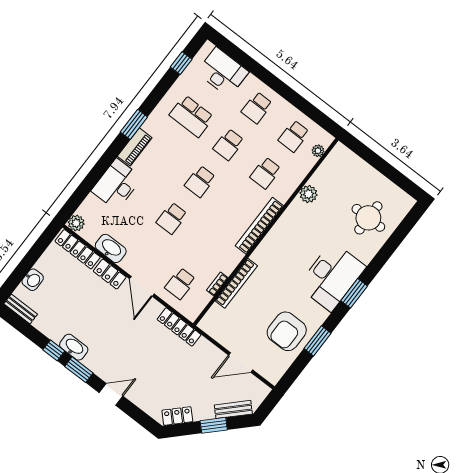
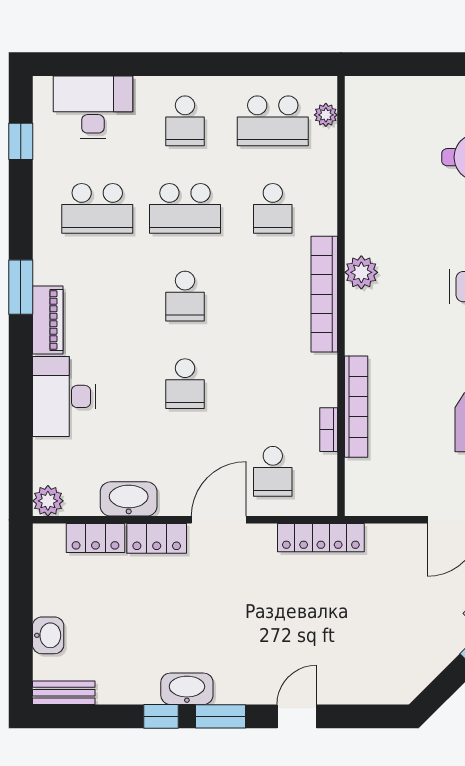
school desk: (294, 136) -> (273, 121), width x1.85
school desk: (229, 145) -> (185, 208), width x1.85
plant: (308, 194) -> (361, 272), moved
locker: (78, 249) -> (95, 538), width x0.66
door: (142, 286) -> (219, 520), swing flipped
locker: (177, 416) -> (421, 672), removed

